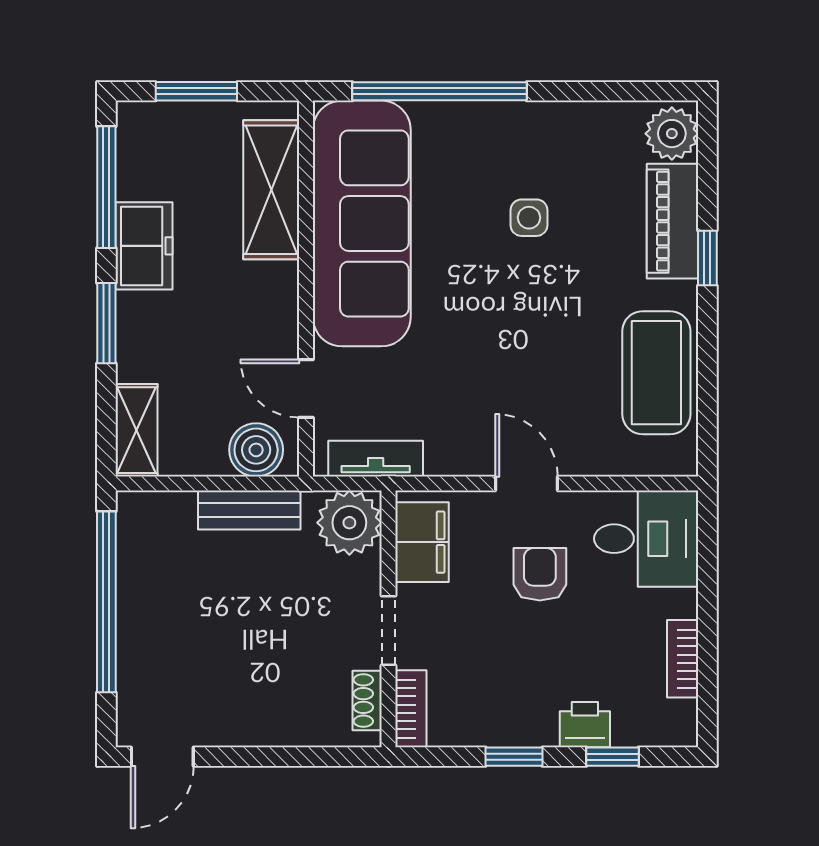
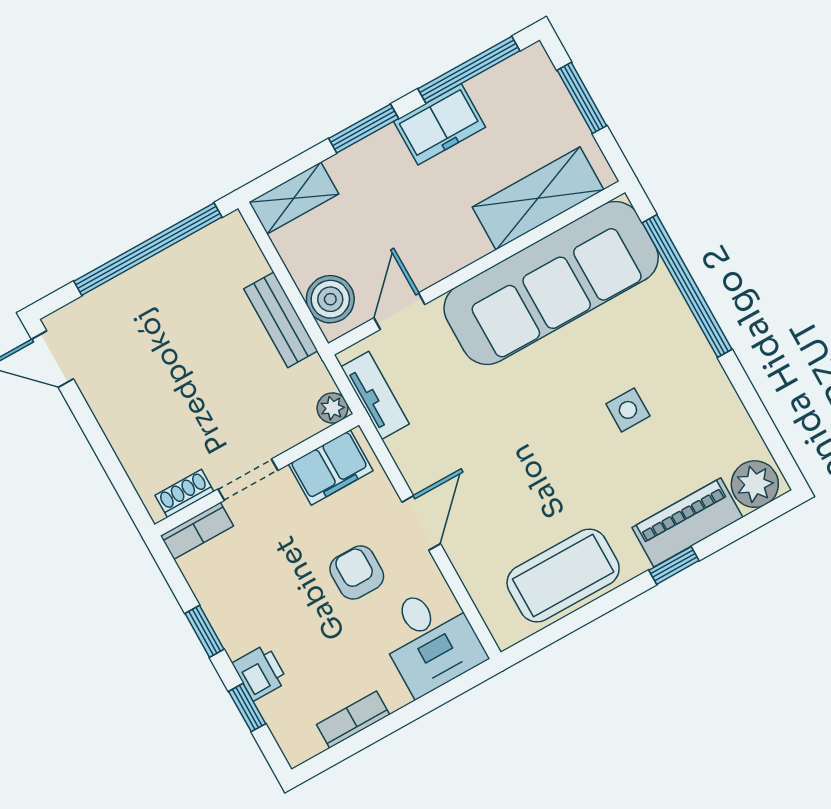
plant: (349, 523) -> (332, 408), width x0.53, depth x0.53
armchair: (540, 574) -> (357, 573), turned -90

